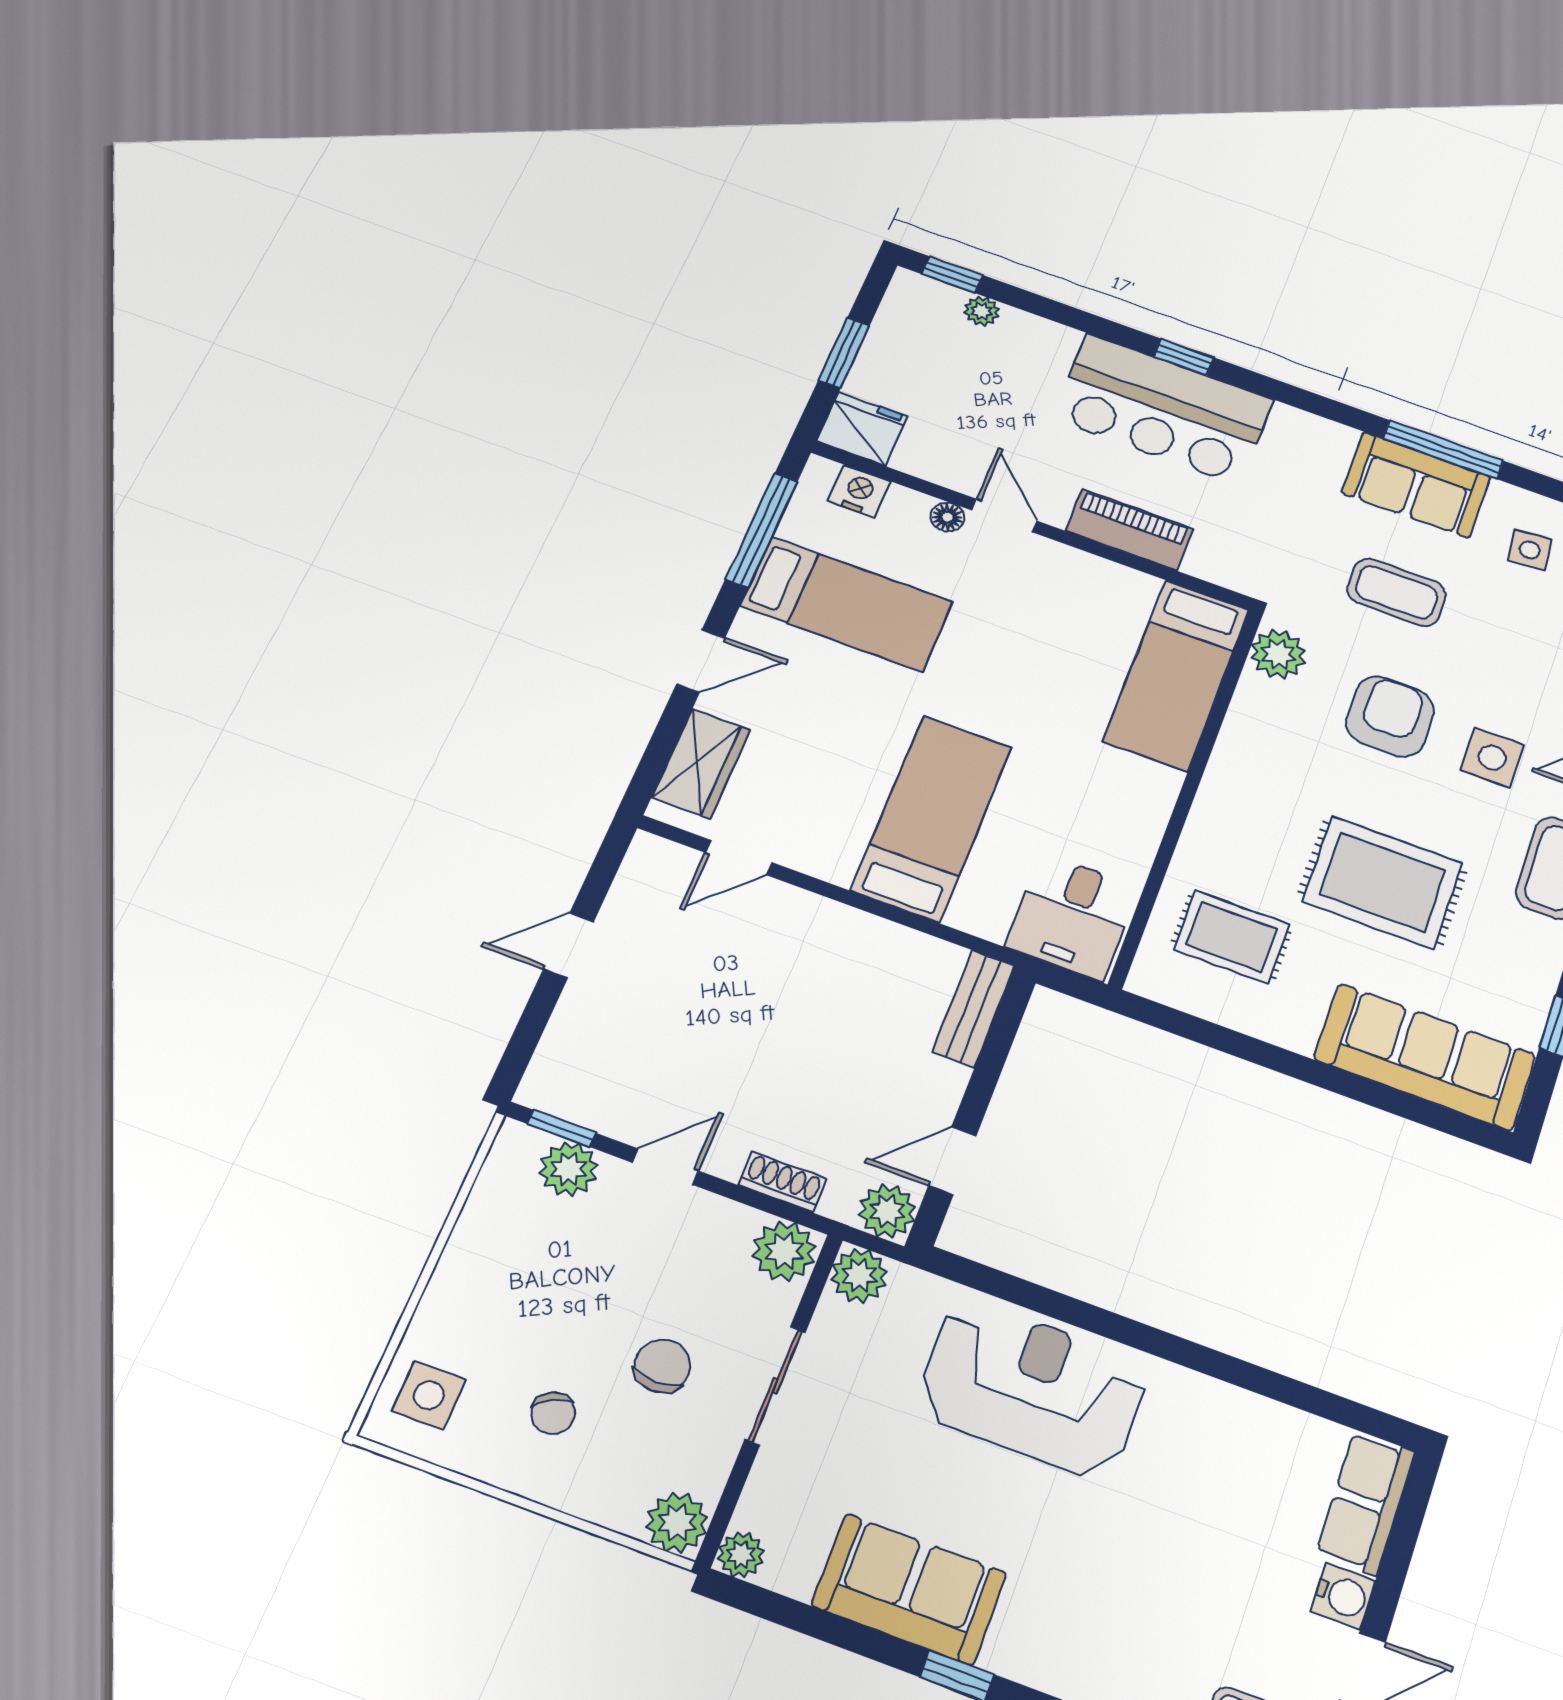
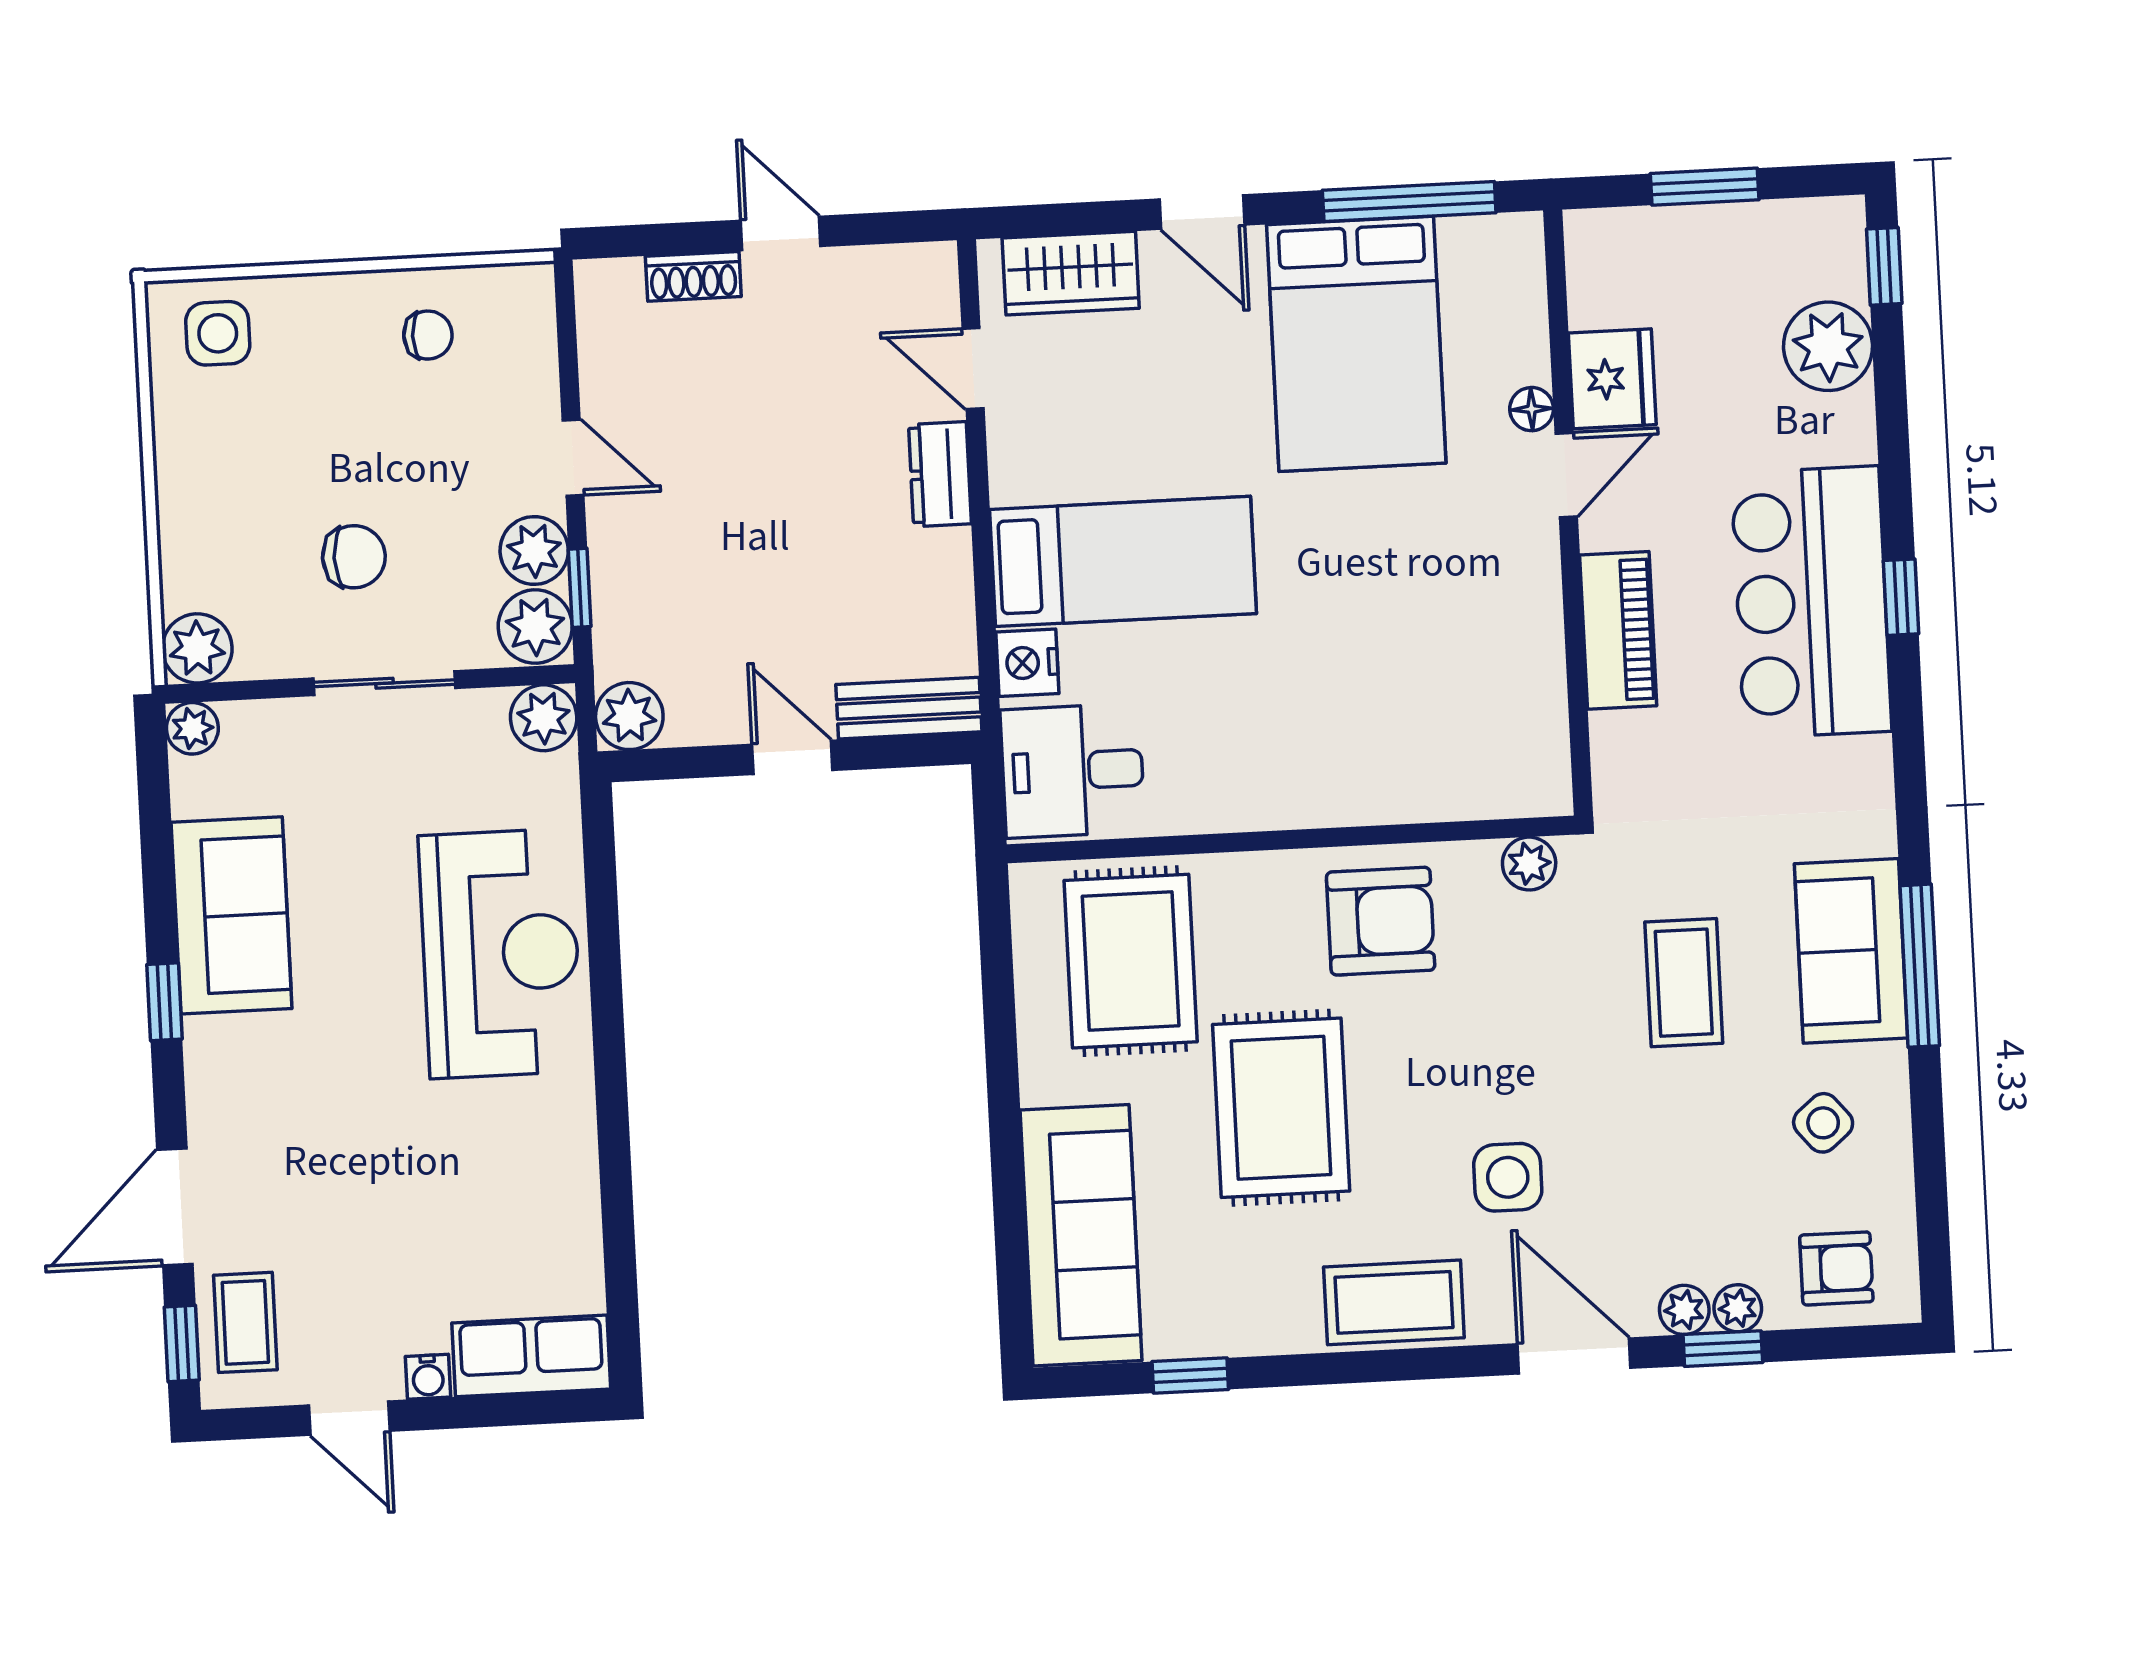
plant: (982, 311) -> (1828, 346), width x1.87, depth x1.87
fridge: (862, 429) -> (1612, 379), moved
nightstand: (859, 491) -> (1027, 663), moved, turned 180
side table: (1530, 550) -> (1823, 1123), turned -35
bed: (847, 604) -> (1356, 344), width x1.50
plant: (1278, 654) -> (1529, 864), width x0.73, depth x0.73
bed: (1176, 675) -> (1444, 765), removed
armchair: (1390, 716) -> (1381, 921), moved
dresser: (807, 913) -> (940, 474), added
rug: (1232, 937) -> (1131, 961), width x1.36, depth x1.43
window: (562, 1128) -> (580, 588), moved
door: (952, 1161) -> (792, 757), moved
plant: (569, 1169) -> (534, 550), moved
shoe rack: (783, 1182) -> (693, 276), moved, turned 90
chair: (553, 1413) -> (428, 335), moved, turned -153
water cooler: (1343, 1596) -> (428, 1377), width x0.72, depth x0.72

